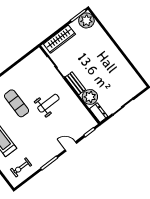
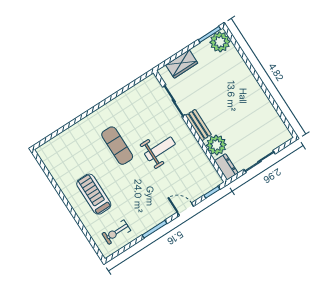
wardrobe: (59, 39) -> (182, 64), width x0.67

